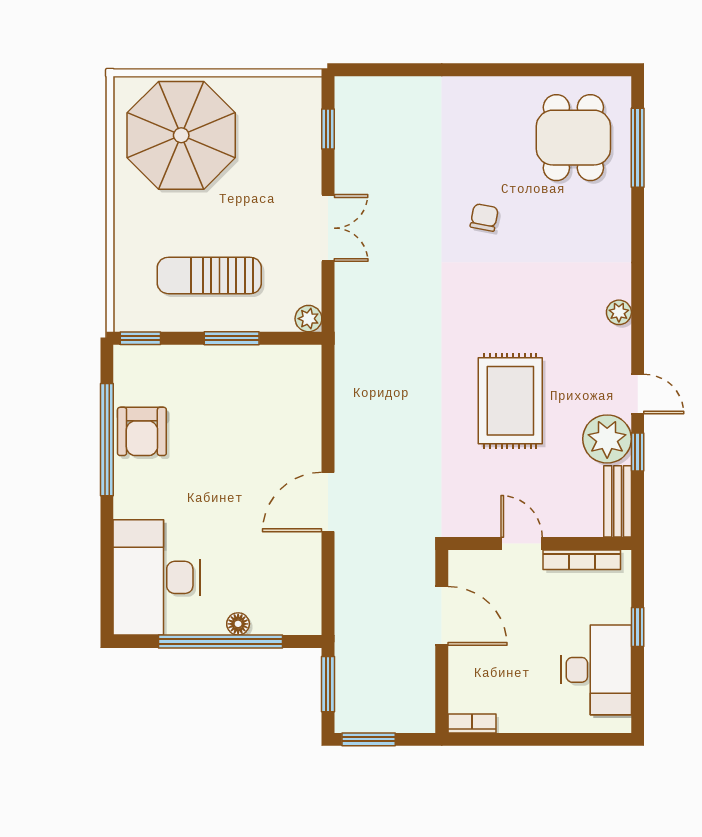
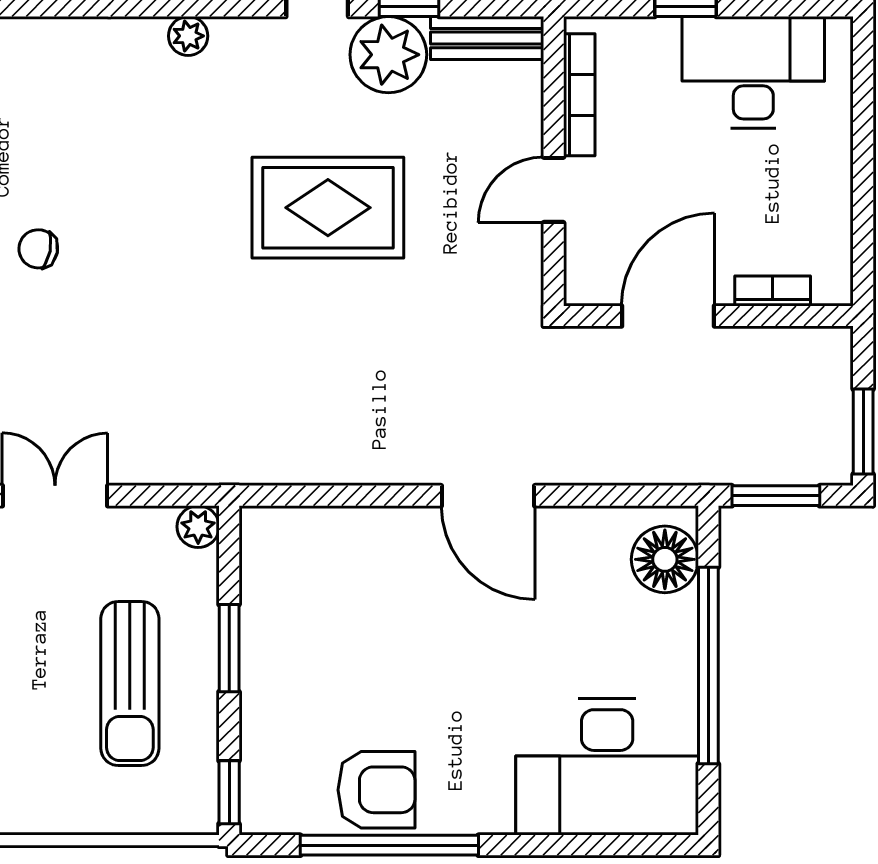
floor lamp: (238, 624) -> (665, 559), moved, width x1.89, depth x1.89
bookcase: (472, 723) -> (773, 291), moved, turned 90

